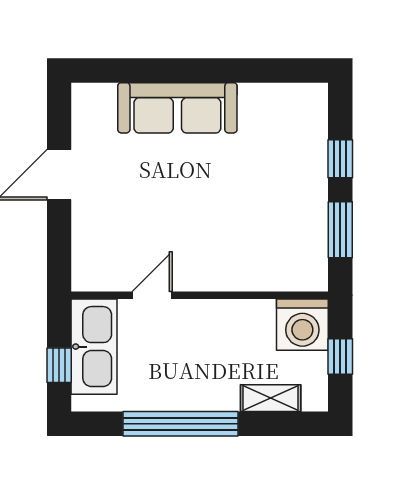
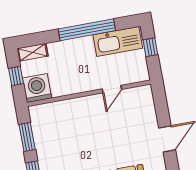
kitchen sink: (94, 347) -> (118, 41), moved, turned -90
shelving: (271, 398) -> (33, 52), moved

